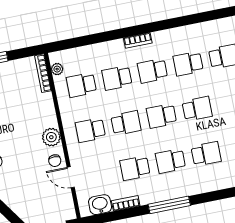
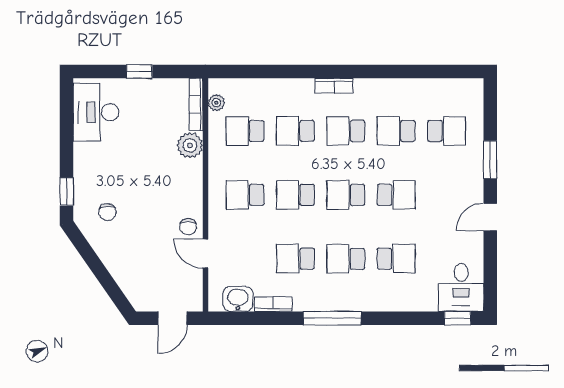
school desk: (126, 123) -> (295, 195), turned 180
plant: (51, 137) -> (190, 145), moved

